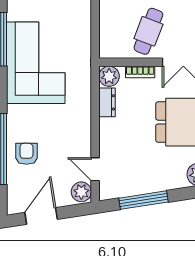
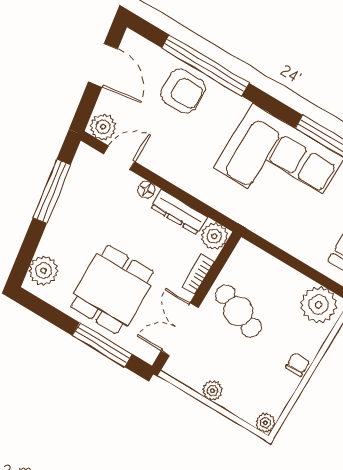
dresser: (107, 102) -> (179, 212), width x1.44
floor lamp: (105, 139) -> (146, 190), added
armchair: (26, 154) -> (183, 91), width x1.38, depth x1.38

